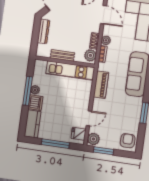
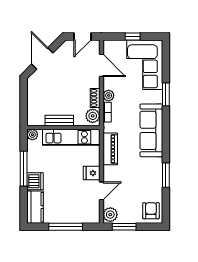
dresser: (43, 31) -> (33, 95), removed
plant: (35, 90) -> (32, 135), moved
fridge: (79, 134) -> (92, 173), moved

